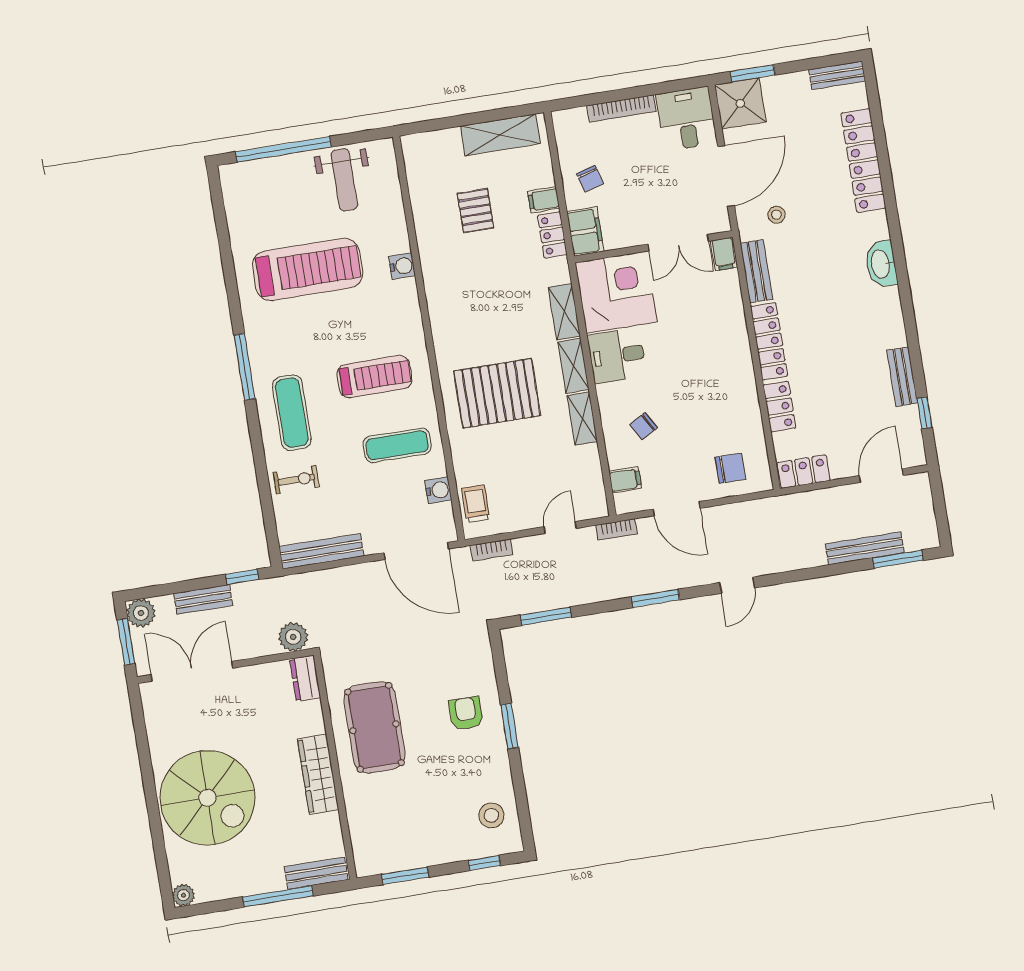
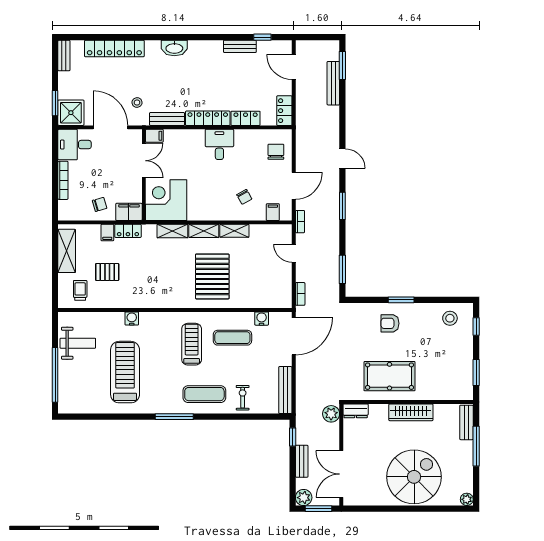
desk: (617, 356) -> (219, 144), moved, turned 180
exercise mat: (397, 445) -> (232, 338), turned 90
trolley: (476, 504) -> (80, 290), moved, turned 90

